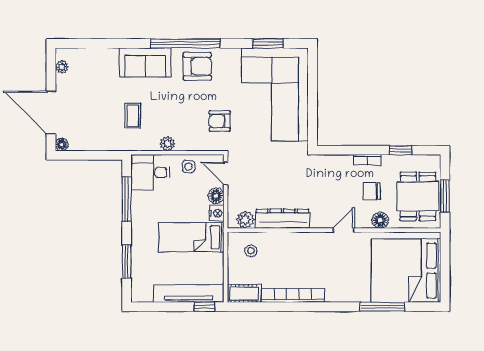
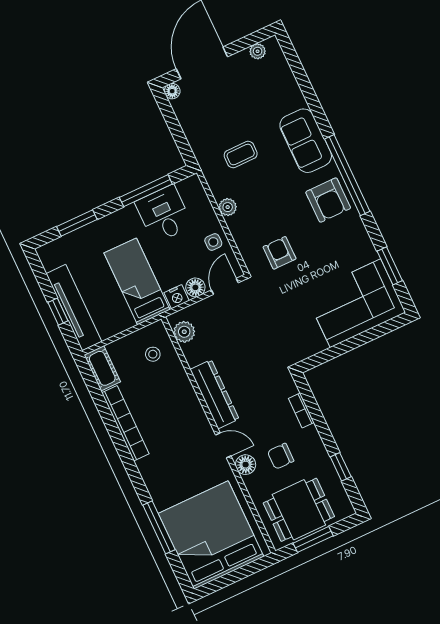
corner sofa: (275, 94) -> (355, 303), width x0.73, depth x0.74
bookcase: (367, 160) -> (301, 410), moved
desk: (150, 172) -> (164, 214), moved
chair: (372, 191) -> (281, 456), turned -90
dresser: (283, 219) -> (215, 394), moved
floor lamp: (380, 220) -> (246, 465), moved
window: (205, 307) -> (58, 312), moved

